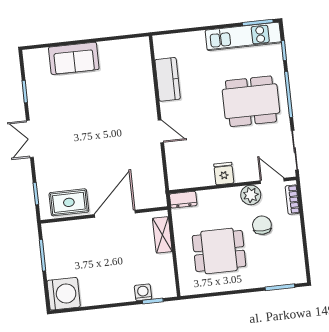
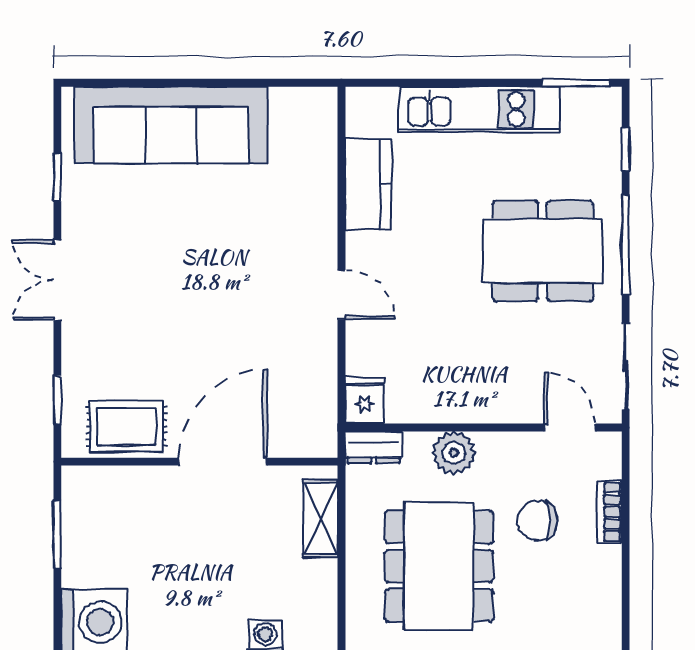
kitchen unit: (243, 36) -> (479, 109), moved
sofa: (74, 58) -> (171, 125), width x1.85, depth x1.27
fridge: (224, 174) -> (365, 400), moved
plant: (251, 195) -> (454, 453), moved
bookcase: (292, 200) -> (609, 512), moved
chair: (262, 225) -> (537, 521), turned -90
dining table: (219, 251) -> (439, 566), width x1.38

